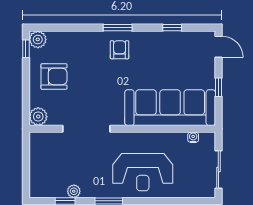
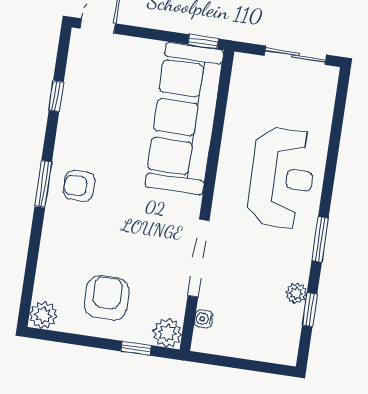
window: (26, 49) -> (136, 348), moved
window: (218, 87) -> (203, 42), moved
water cooler: (193, 137) -> (204, 319), moved

